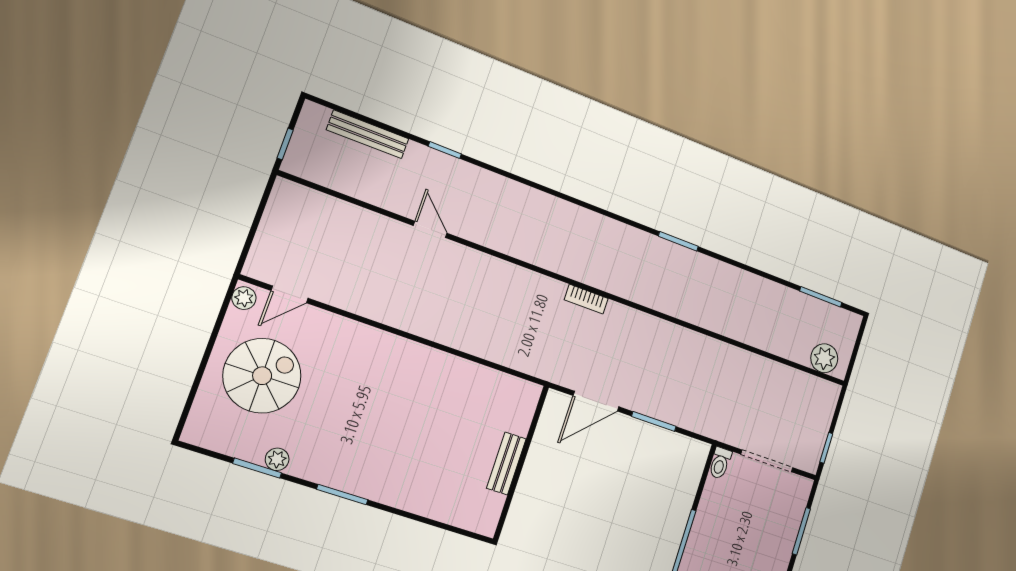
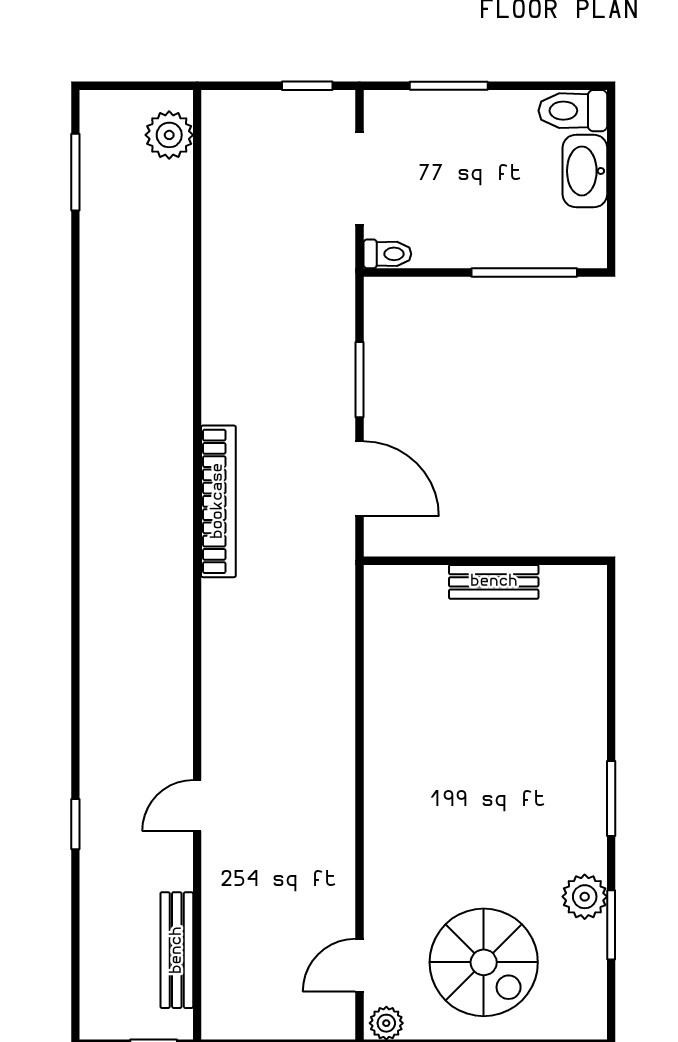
bench: (368, 134) -> (177, 950), moved
window: (678, 241) -> (75, 432), removed
door: (290, 294) -> (359, 965), swing flipped
bookcase: (586, 299) -> (218, 501), width x2.31, depth x1.31
spiral stairs: (262, 376) -> (484, 962), turned 180
plant: (277, 459) -> (585, 897), width x1.38, depth x1.38

